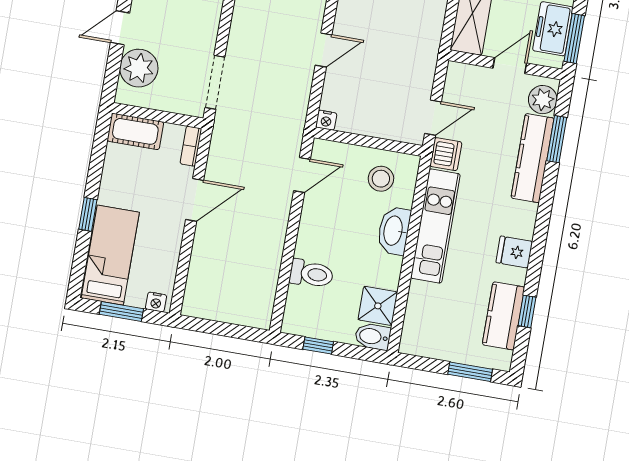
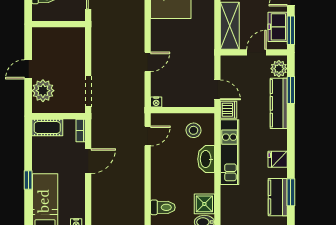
door: (433, 118) -> (217, 90), hinge flipped
toilet: (311, 274) -> (163, 207), moved
window: (527, 311) -> (291, 192), width x1.50

